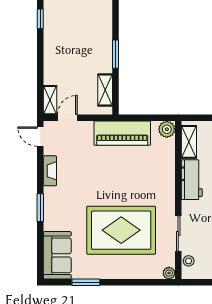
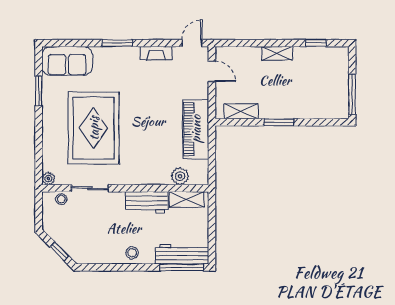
shelving: (50, 100) -> (277, 53), moved
plant: (167, 129) -> (180, 176), moved

